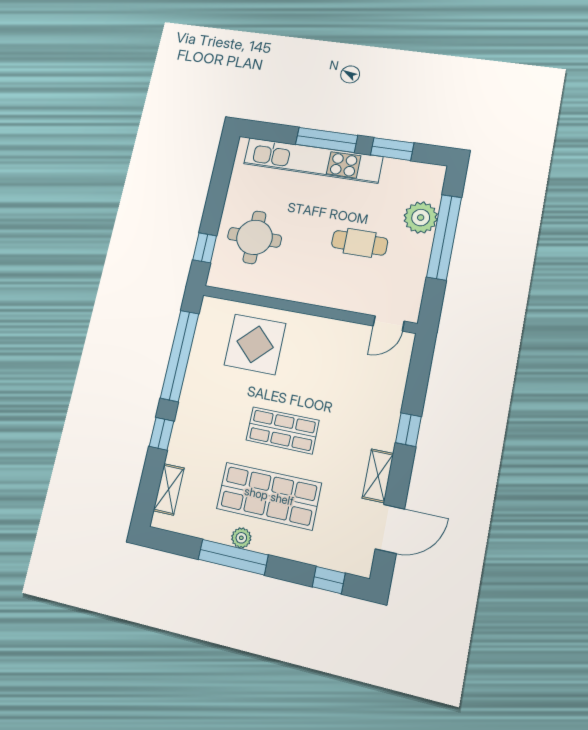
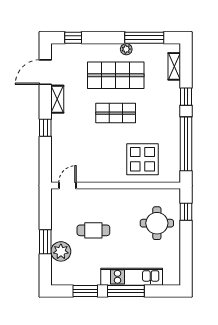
kitchen unit: (313, 160) -> (132, 277), width x0.73
window: (444, 237) -> (45, 242), width x0.47
window: (233, 557) -> (144, 38), moved

